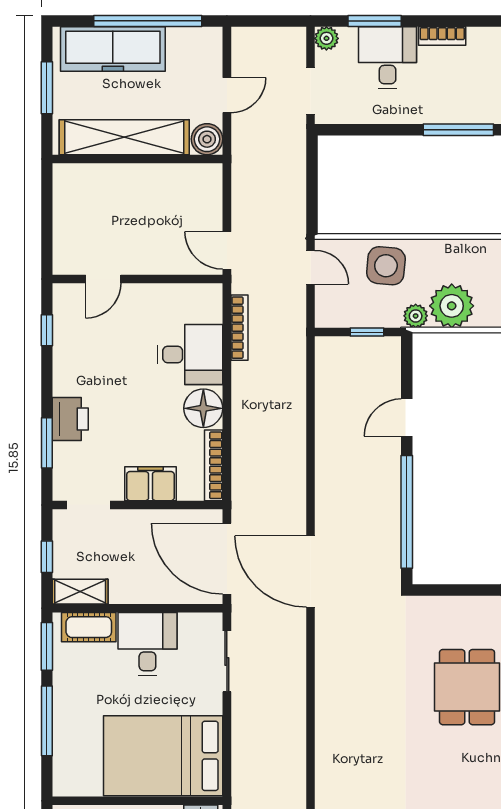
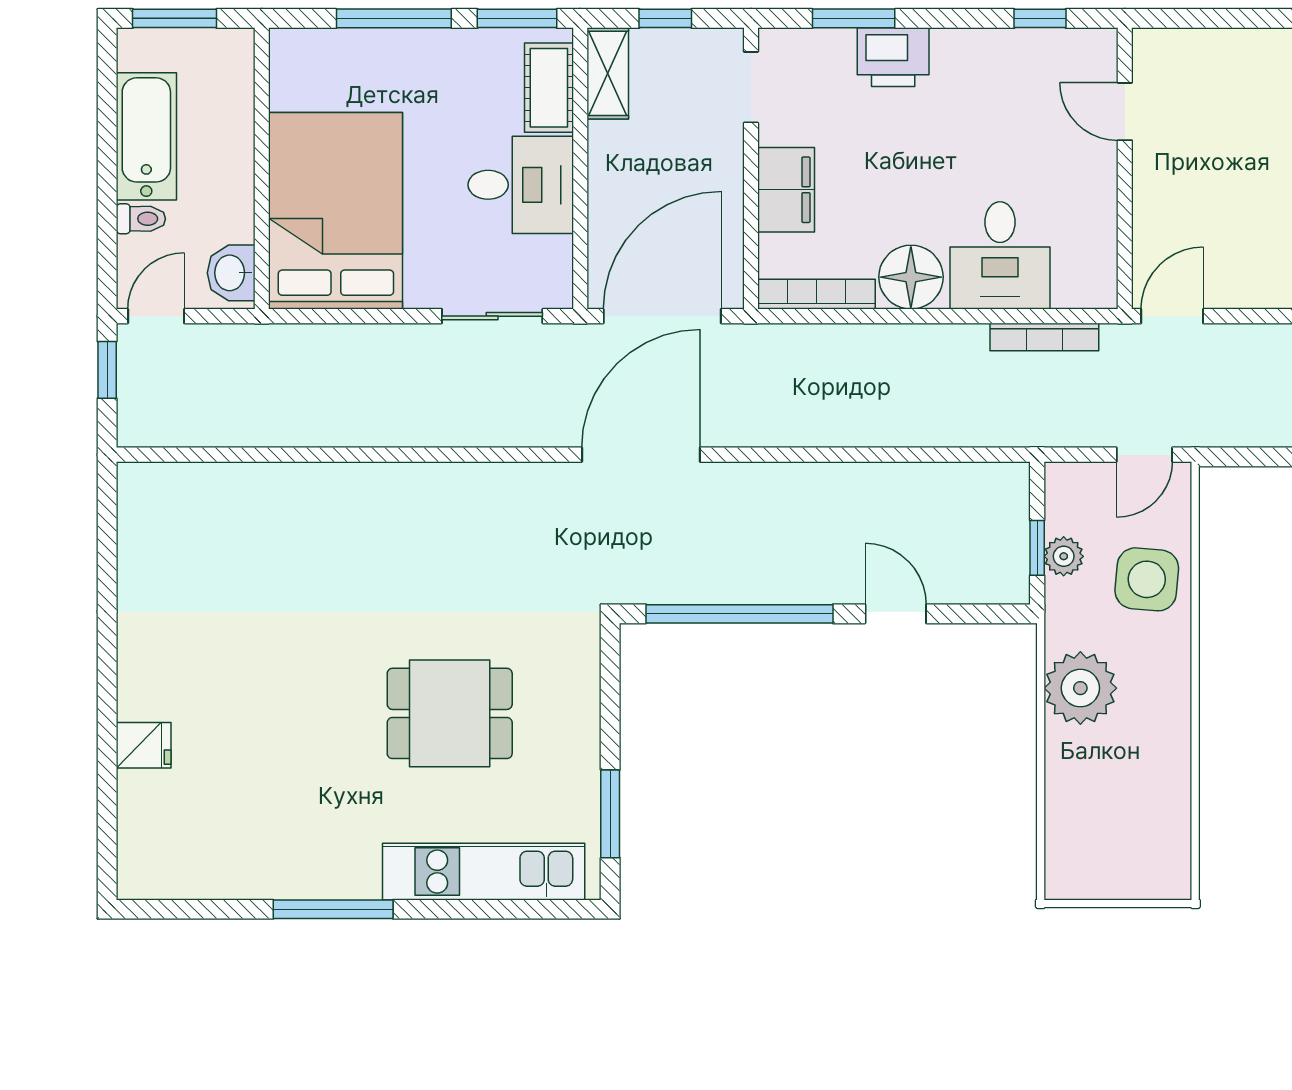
plant: (416, 316) -> (1064, 556), moved

